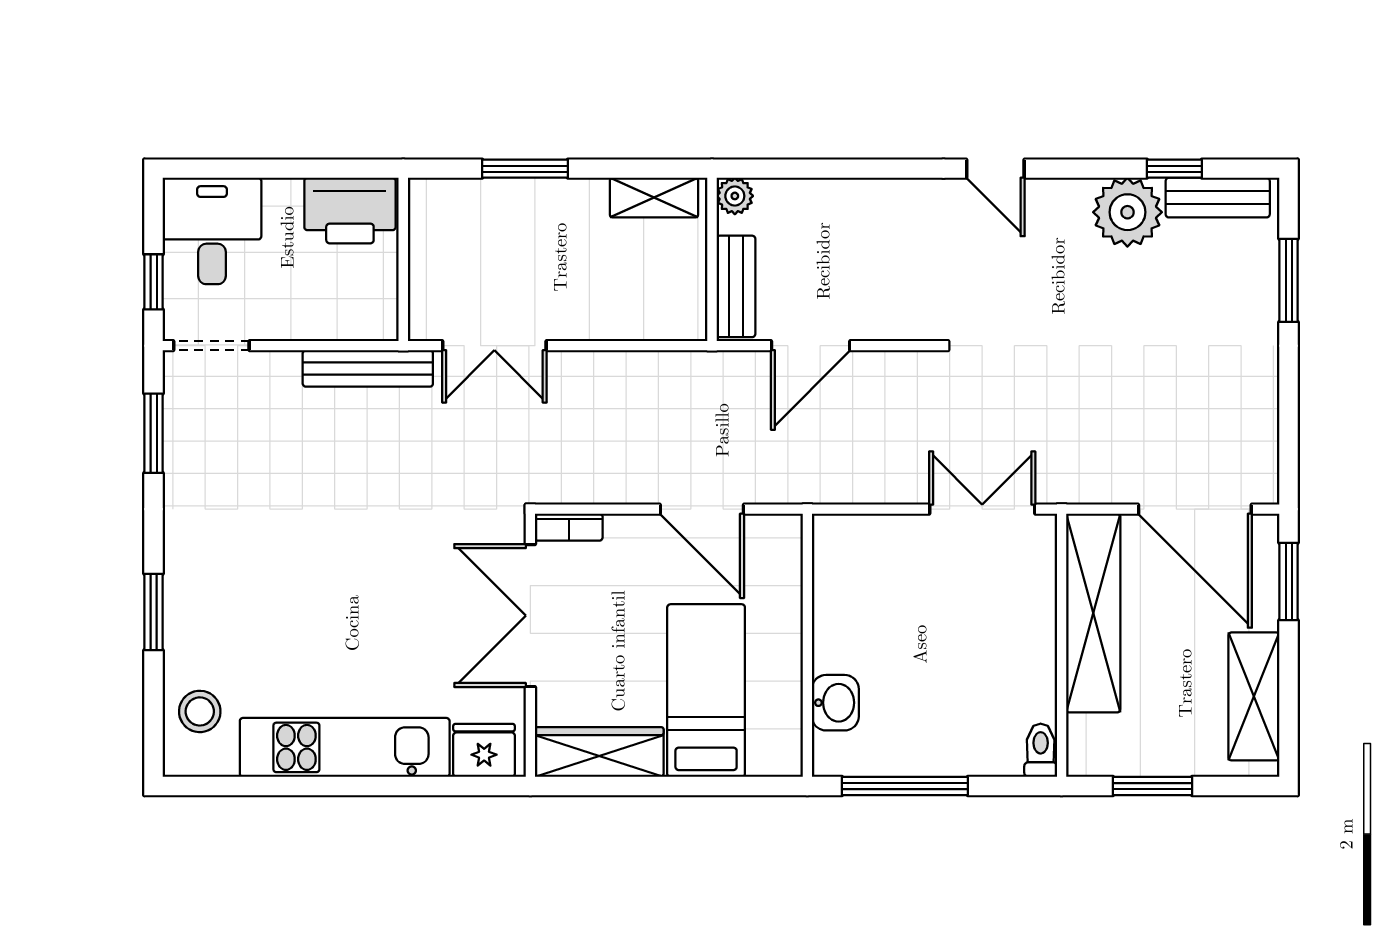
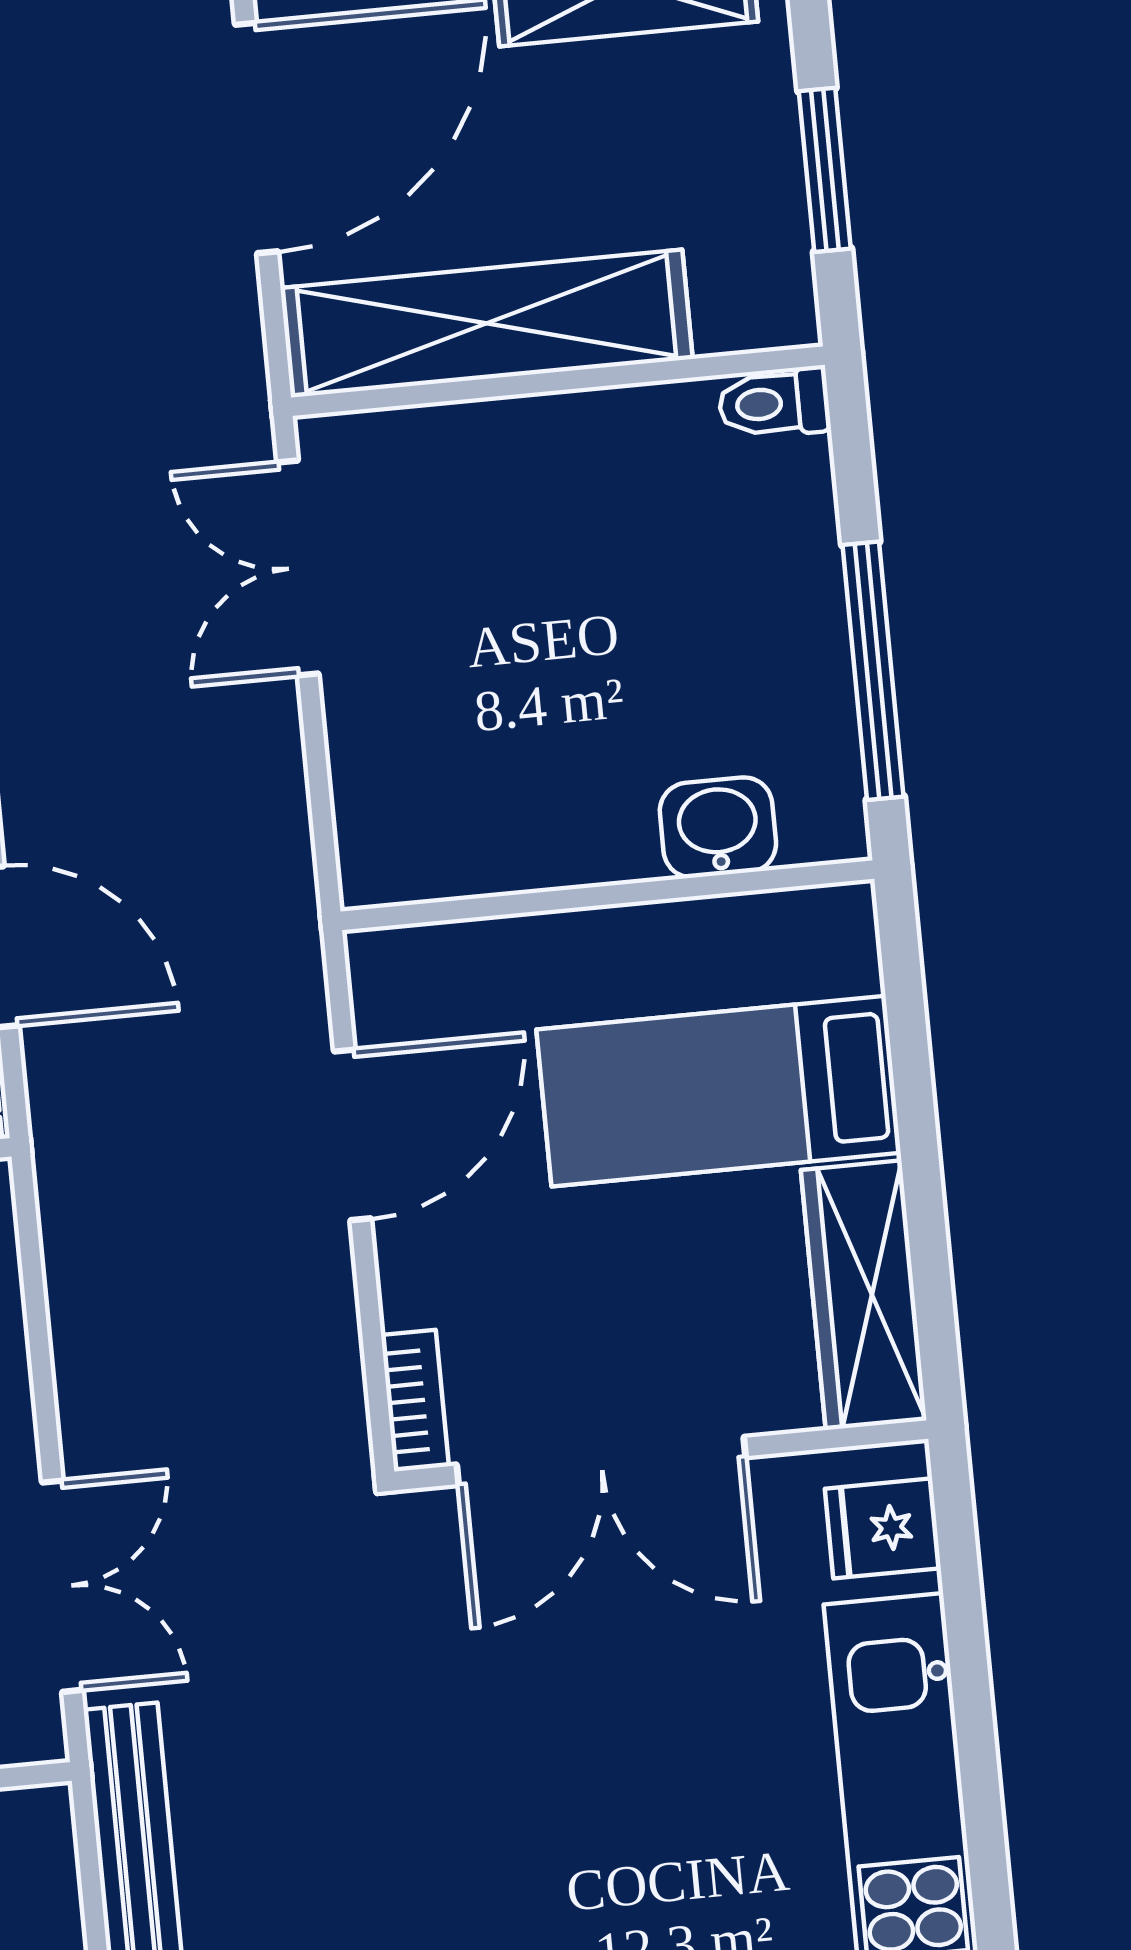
fridge: (484, 750) -> (883, 1528), width x0.72

